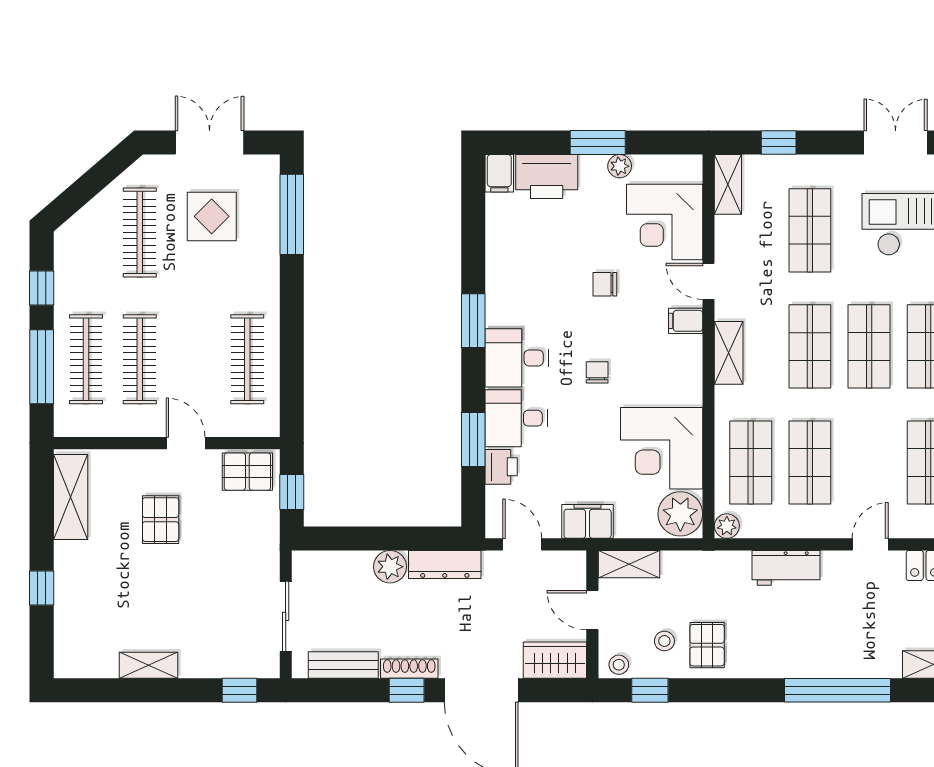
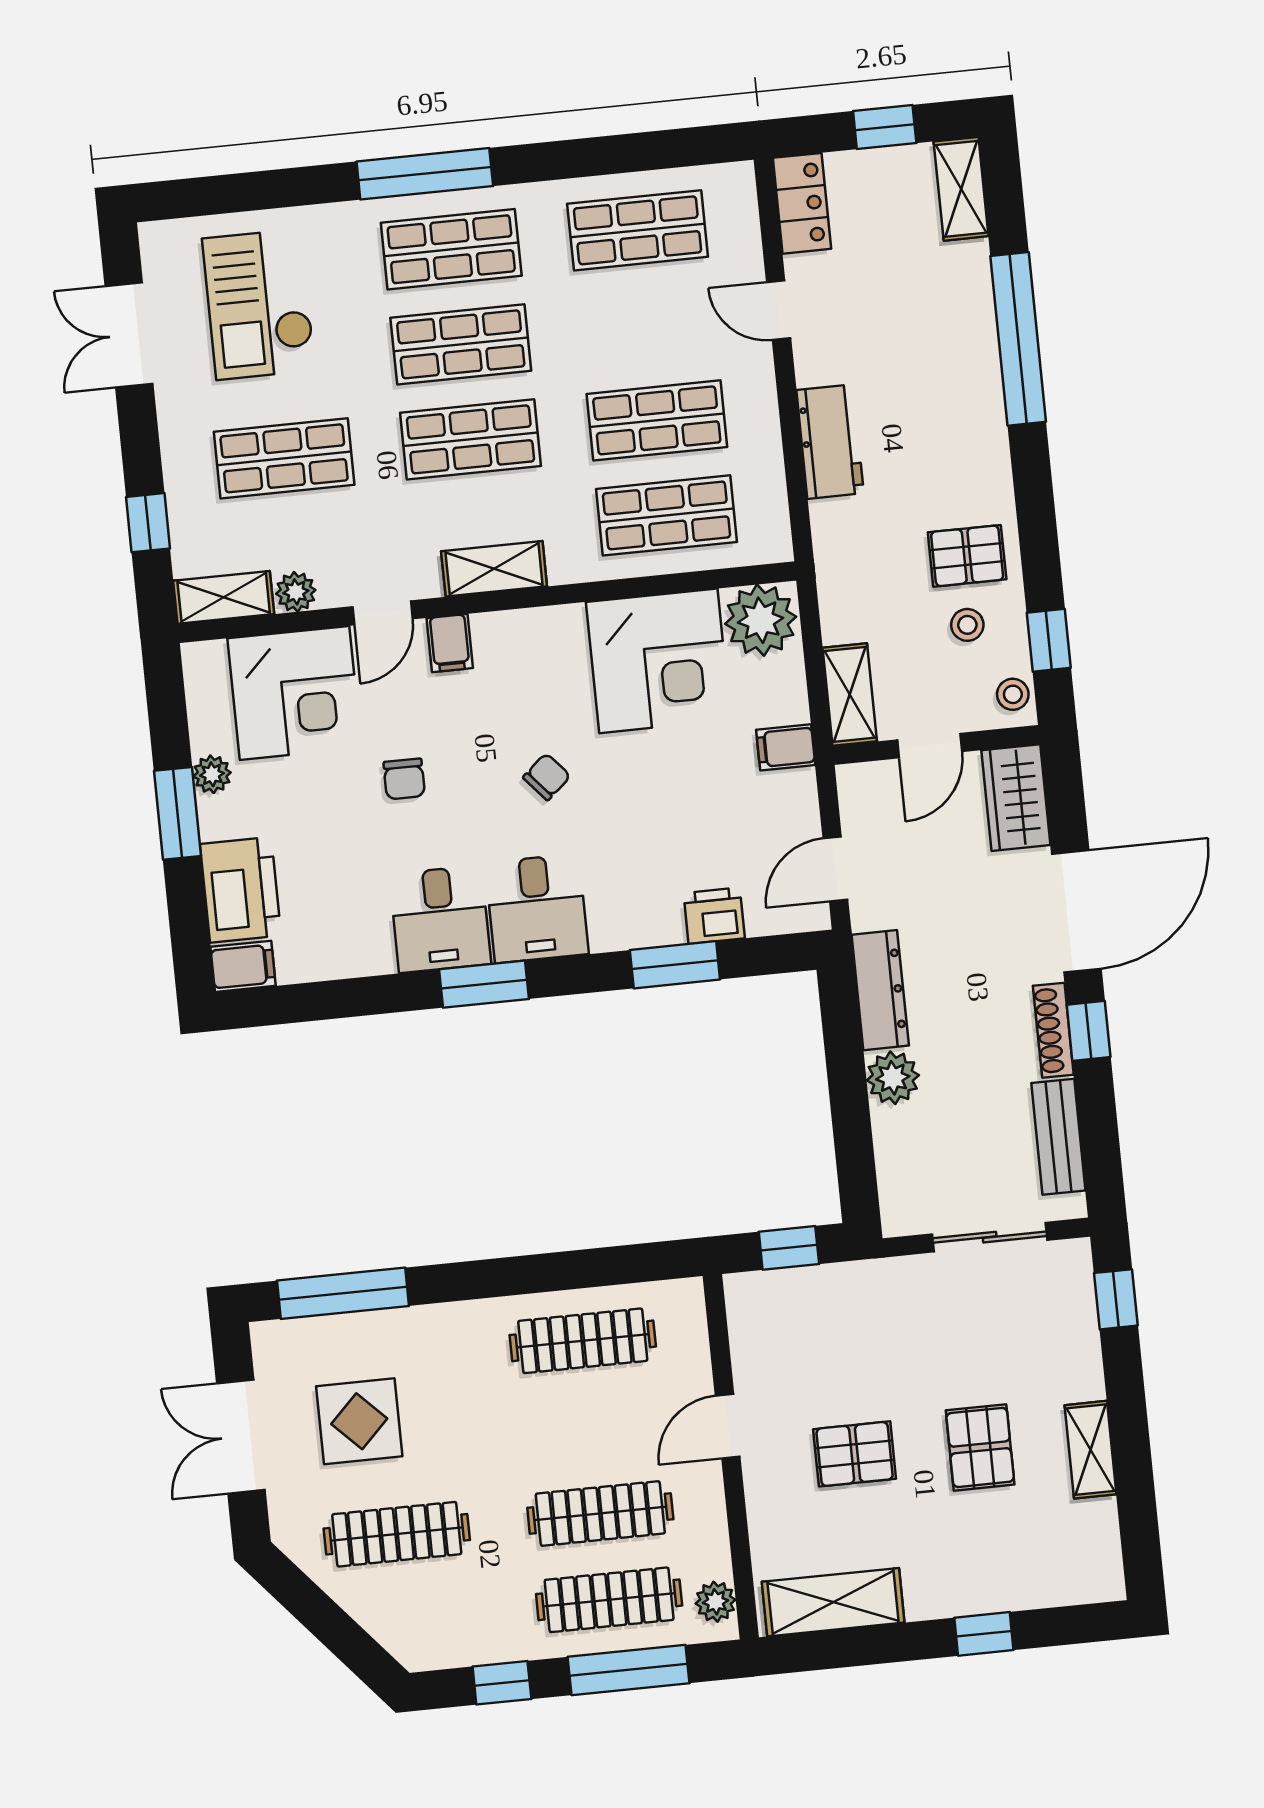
chair: (597, 372) -> (547, 777), turned 139
desk: (516, 418) -> (440, 919), moved
plant: (78, 425) -> (716, 1602), added
pallet: (247, 472) -> (980, 1447), moved
filing cabinet: (588, 521) -> (786, 747), width x0.50
plant: (727, 526) -> (296, 592), moved

